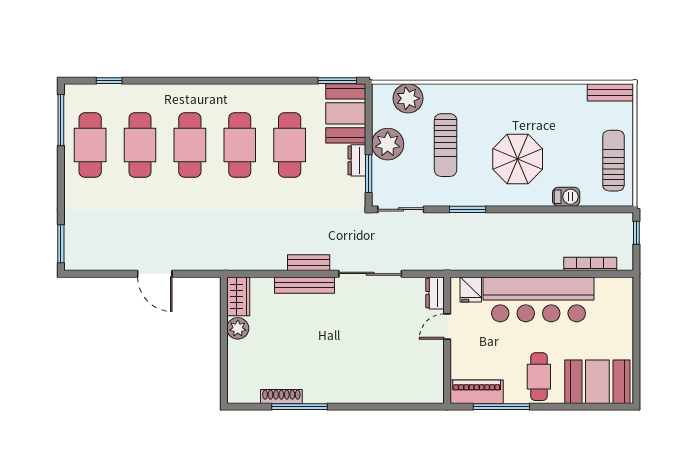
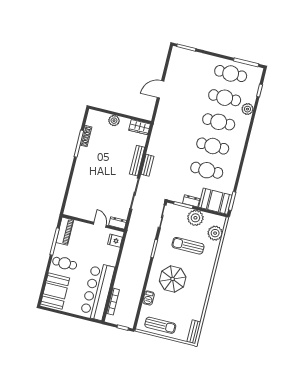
plant: (151, 95) -> (247, 109), added
bar counter: (538, 299) -> (97, 291), moved
plant: (238, 328) -> (114, 121), moved

